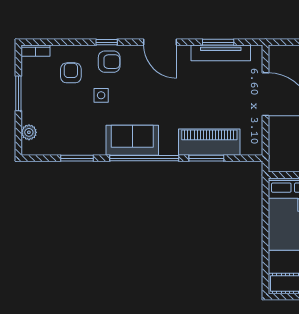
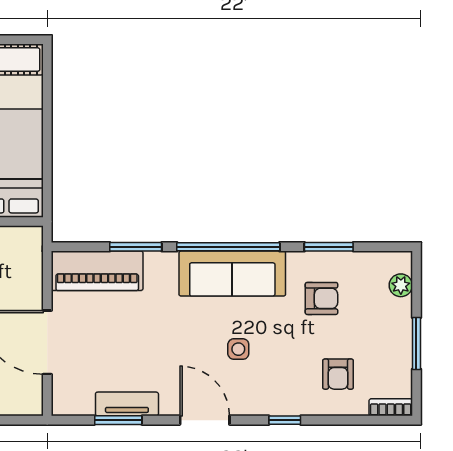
tv unit: (221, 53) -> (127, 404), width x0.71
armchair: (109, 62) -> (322, 298), moved, turned 180
side table: (101, 95) -> (238, 349), moved
sofa: (132, 140) -> (232, 274), width x1.36
piano: (209, 142) -> (97, 271), moved

